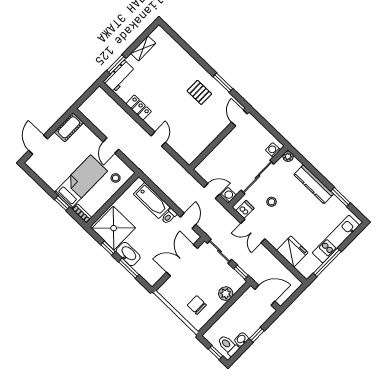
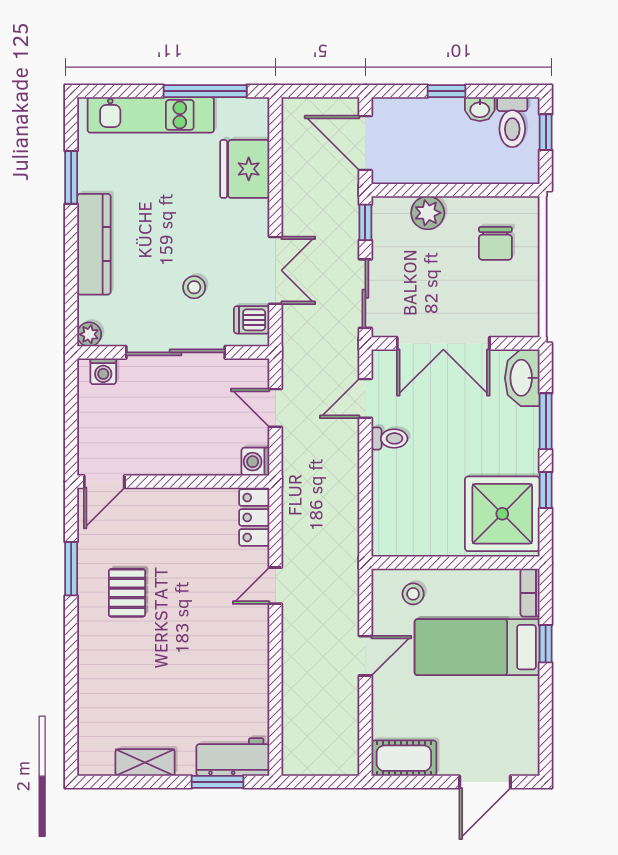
locker: (139, 108) -> (254, 517), moved
washing machine: (228, 195) -> (255, 462), moved
bathtub: (152, 201) -> (391, 494), removed
washbasin: (128, 254) -> (522, 378), moved

